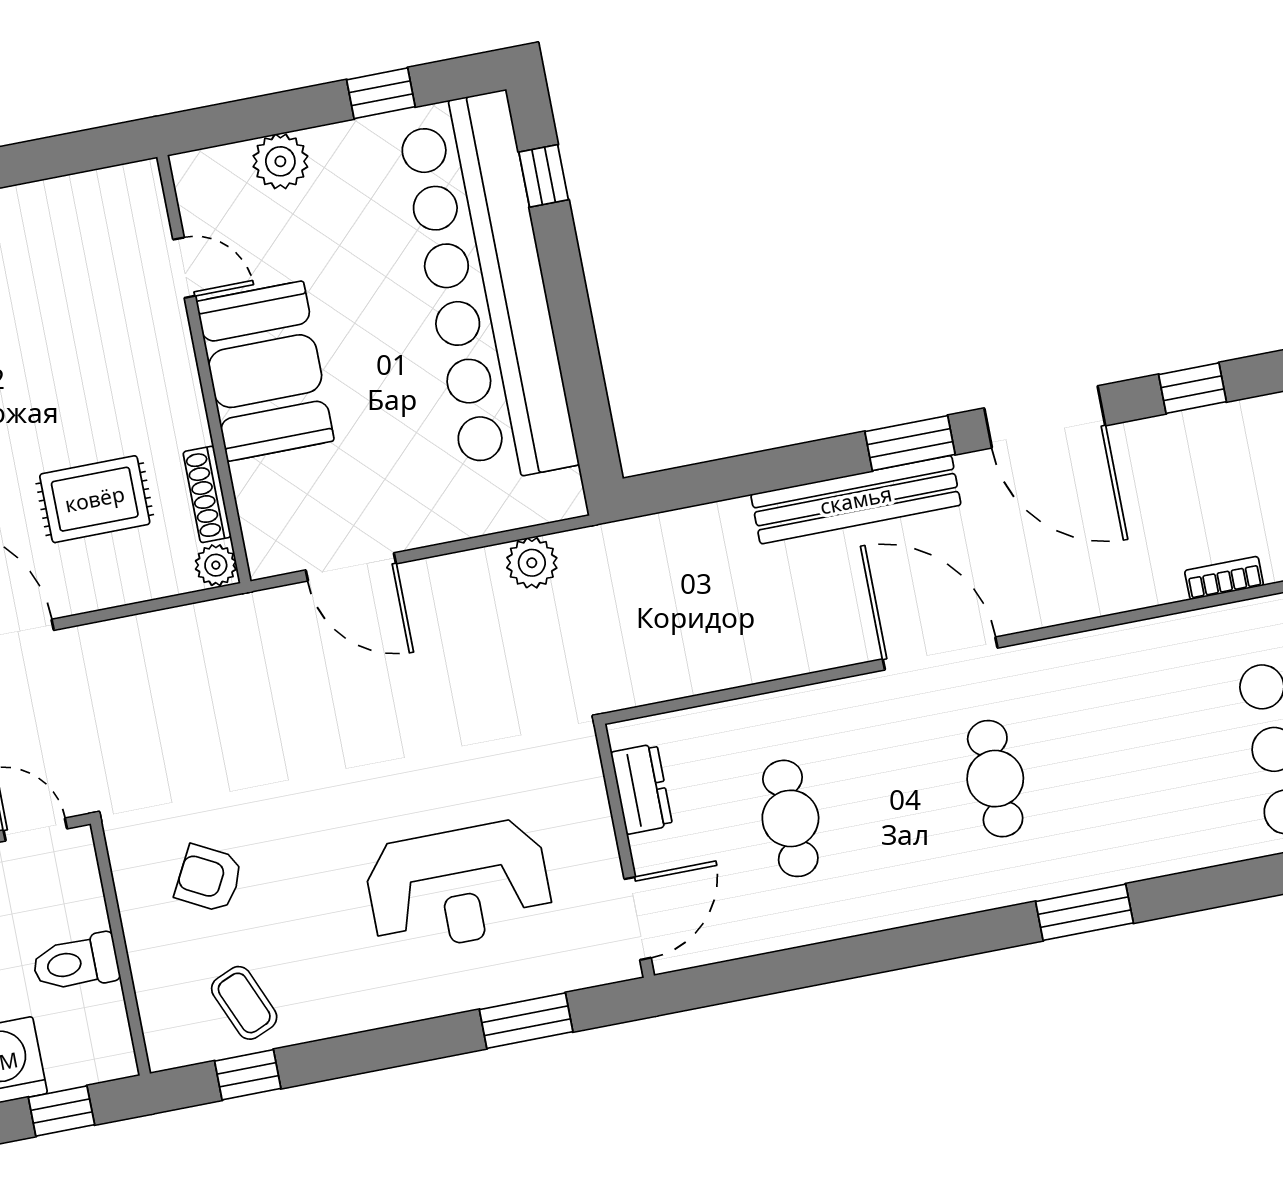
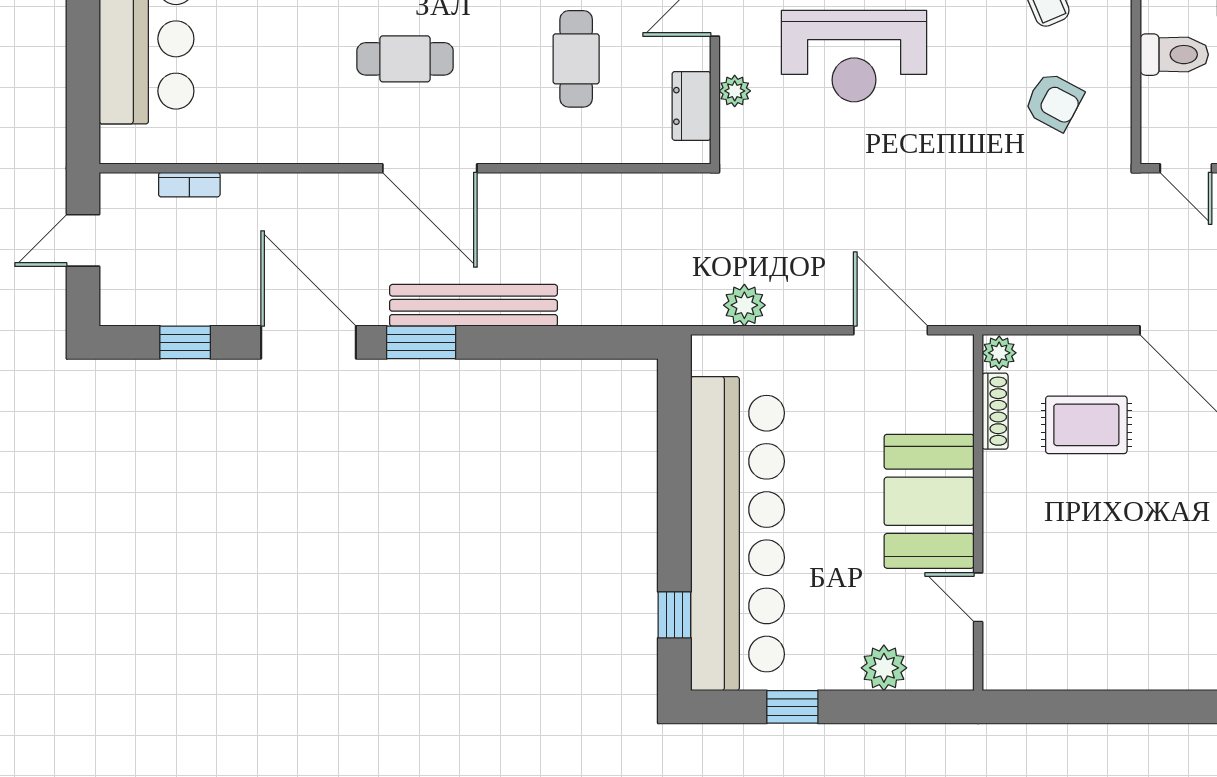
cafe table: (995, 779) -> (405, 59), turned 90
plant: (593, 817) -> (735, 91), added
reception desk: (458, 886) -> (854, 56), turned 180

